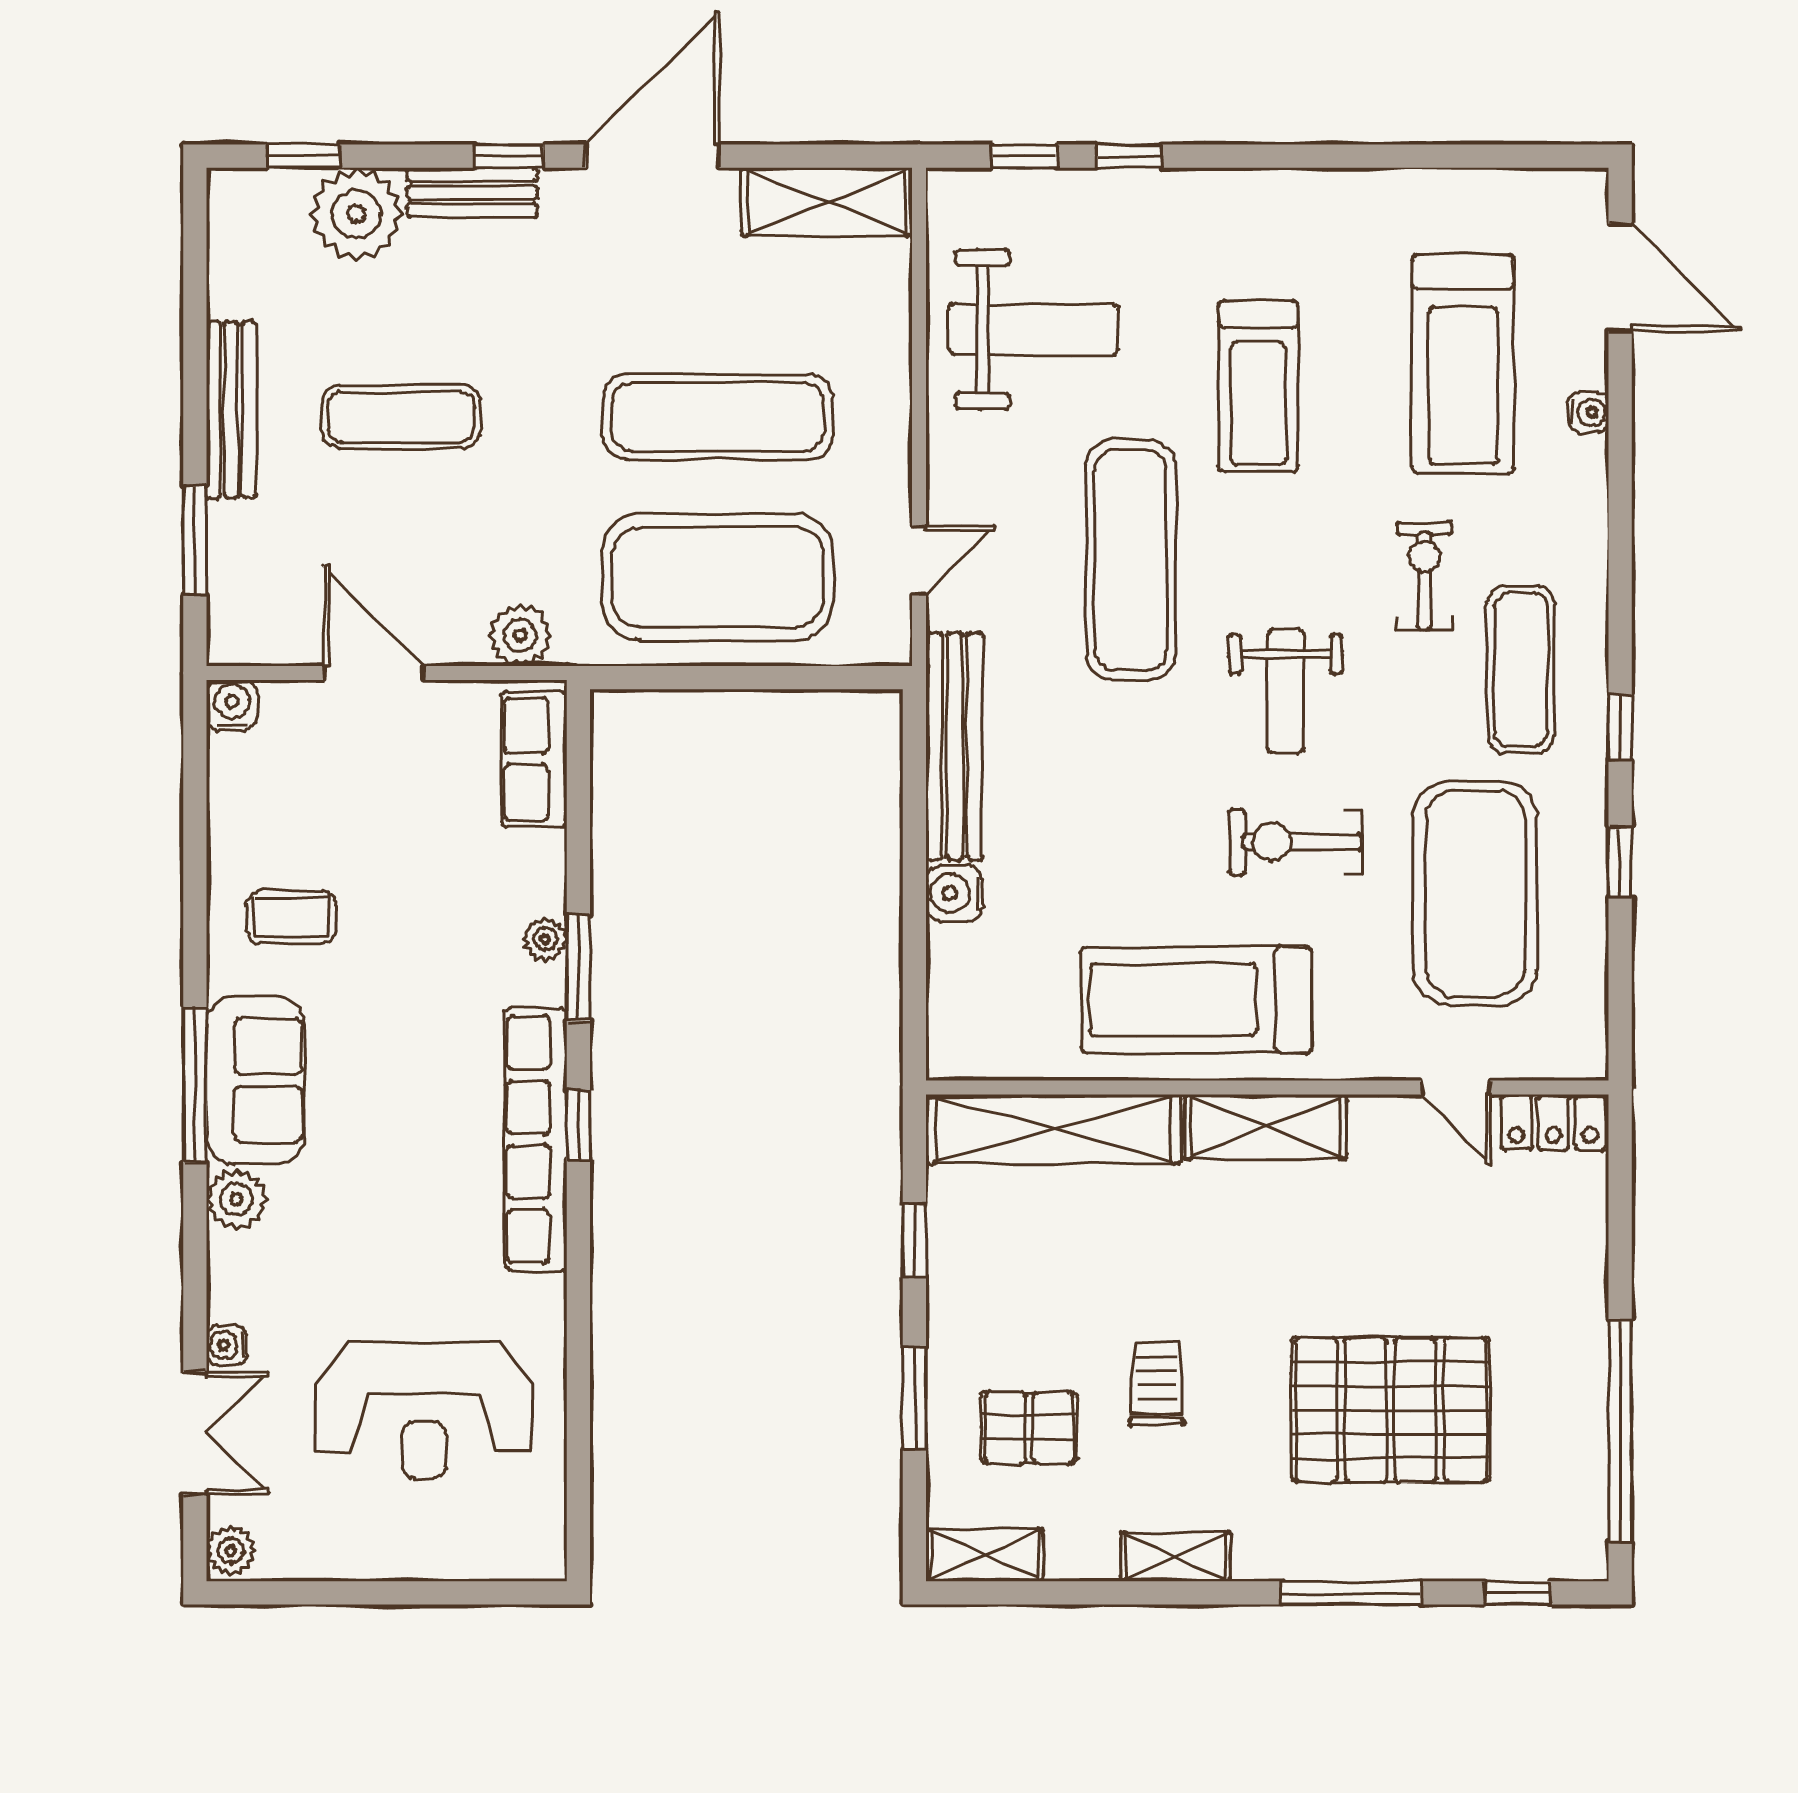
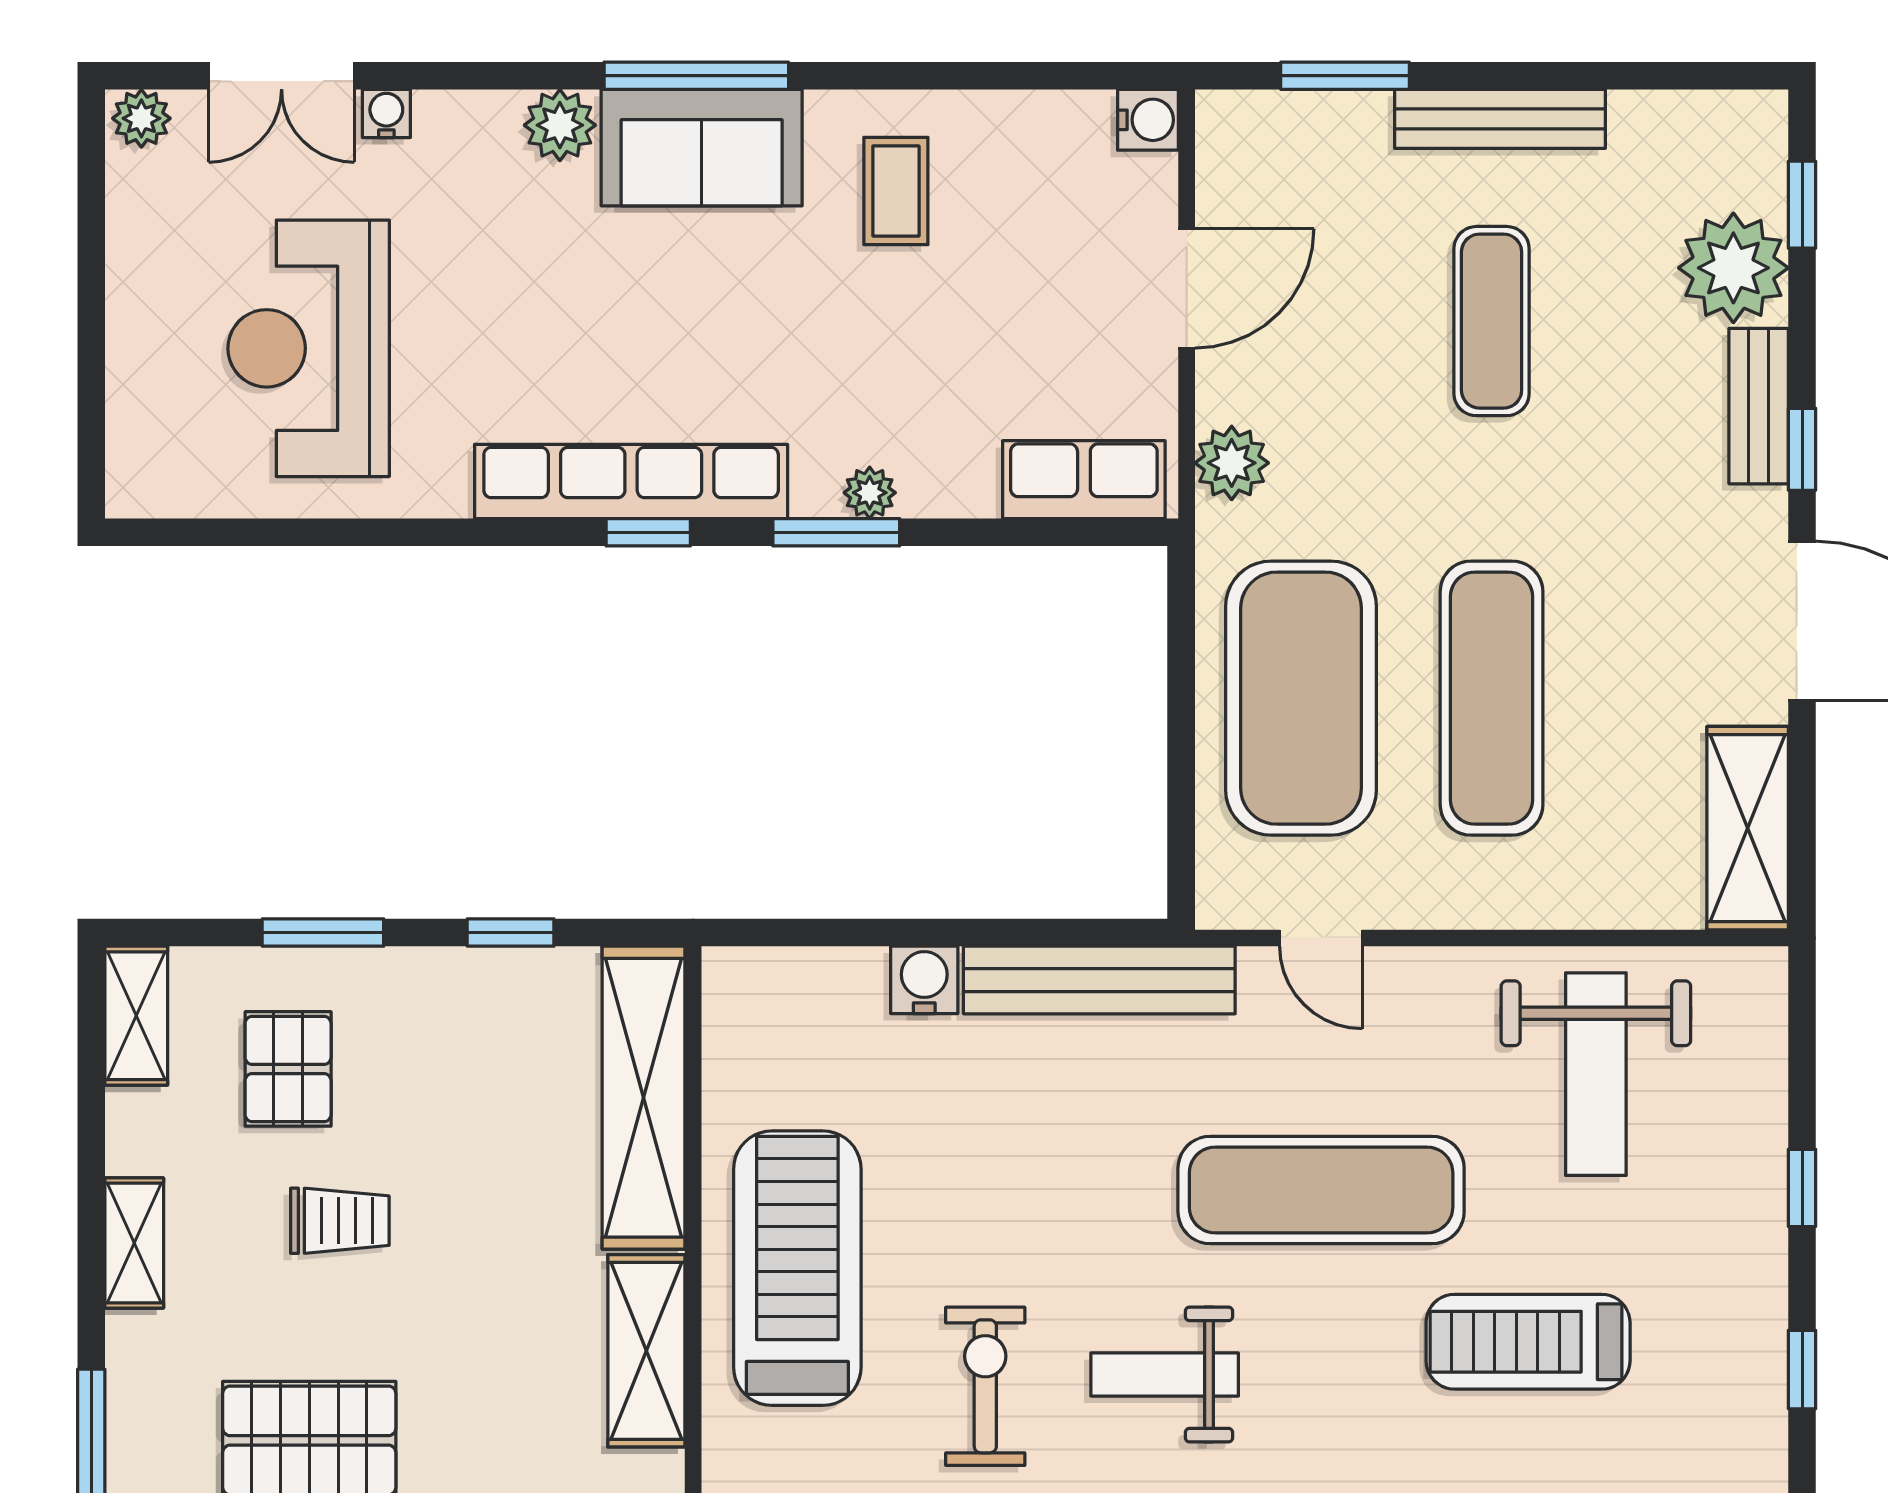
window: (1024, 156) -> (1802, 1370), moved

